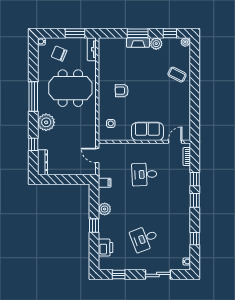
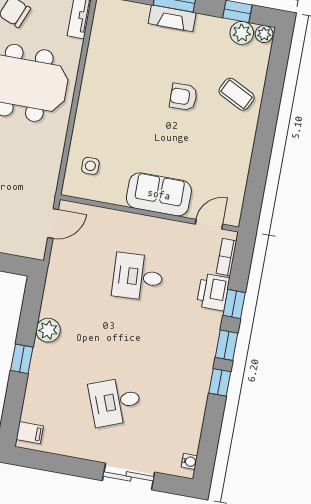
plant: (156, 44) -> (242, 33), moved
armchair: (122, 91) -> (183, 97), moved
door: (97, 155) -> (53, 223), swing flipped
filing cabinet: (105, 183) -> (30, 433), moved
window: (195, 239) -> (220, 382), moved
printer: (106, 248) -> (213, 292), moved, turned 180
window: (119, 274) -> (52, 463), removed

